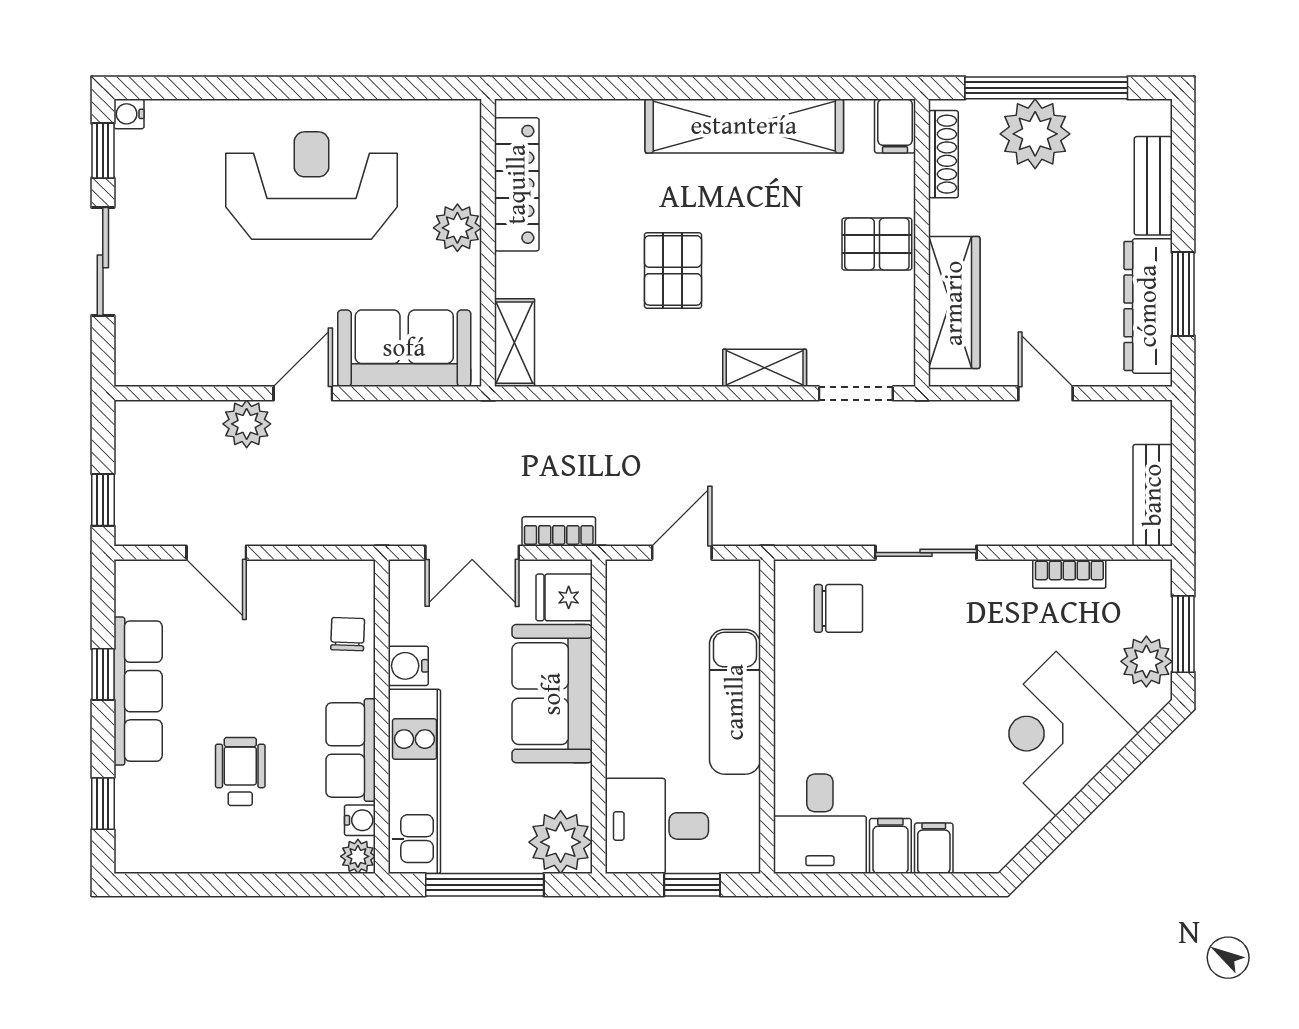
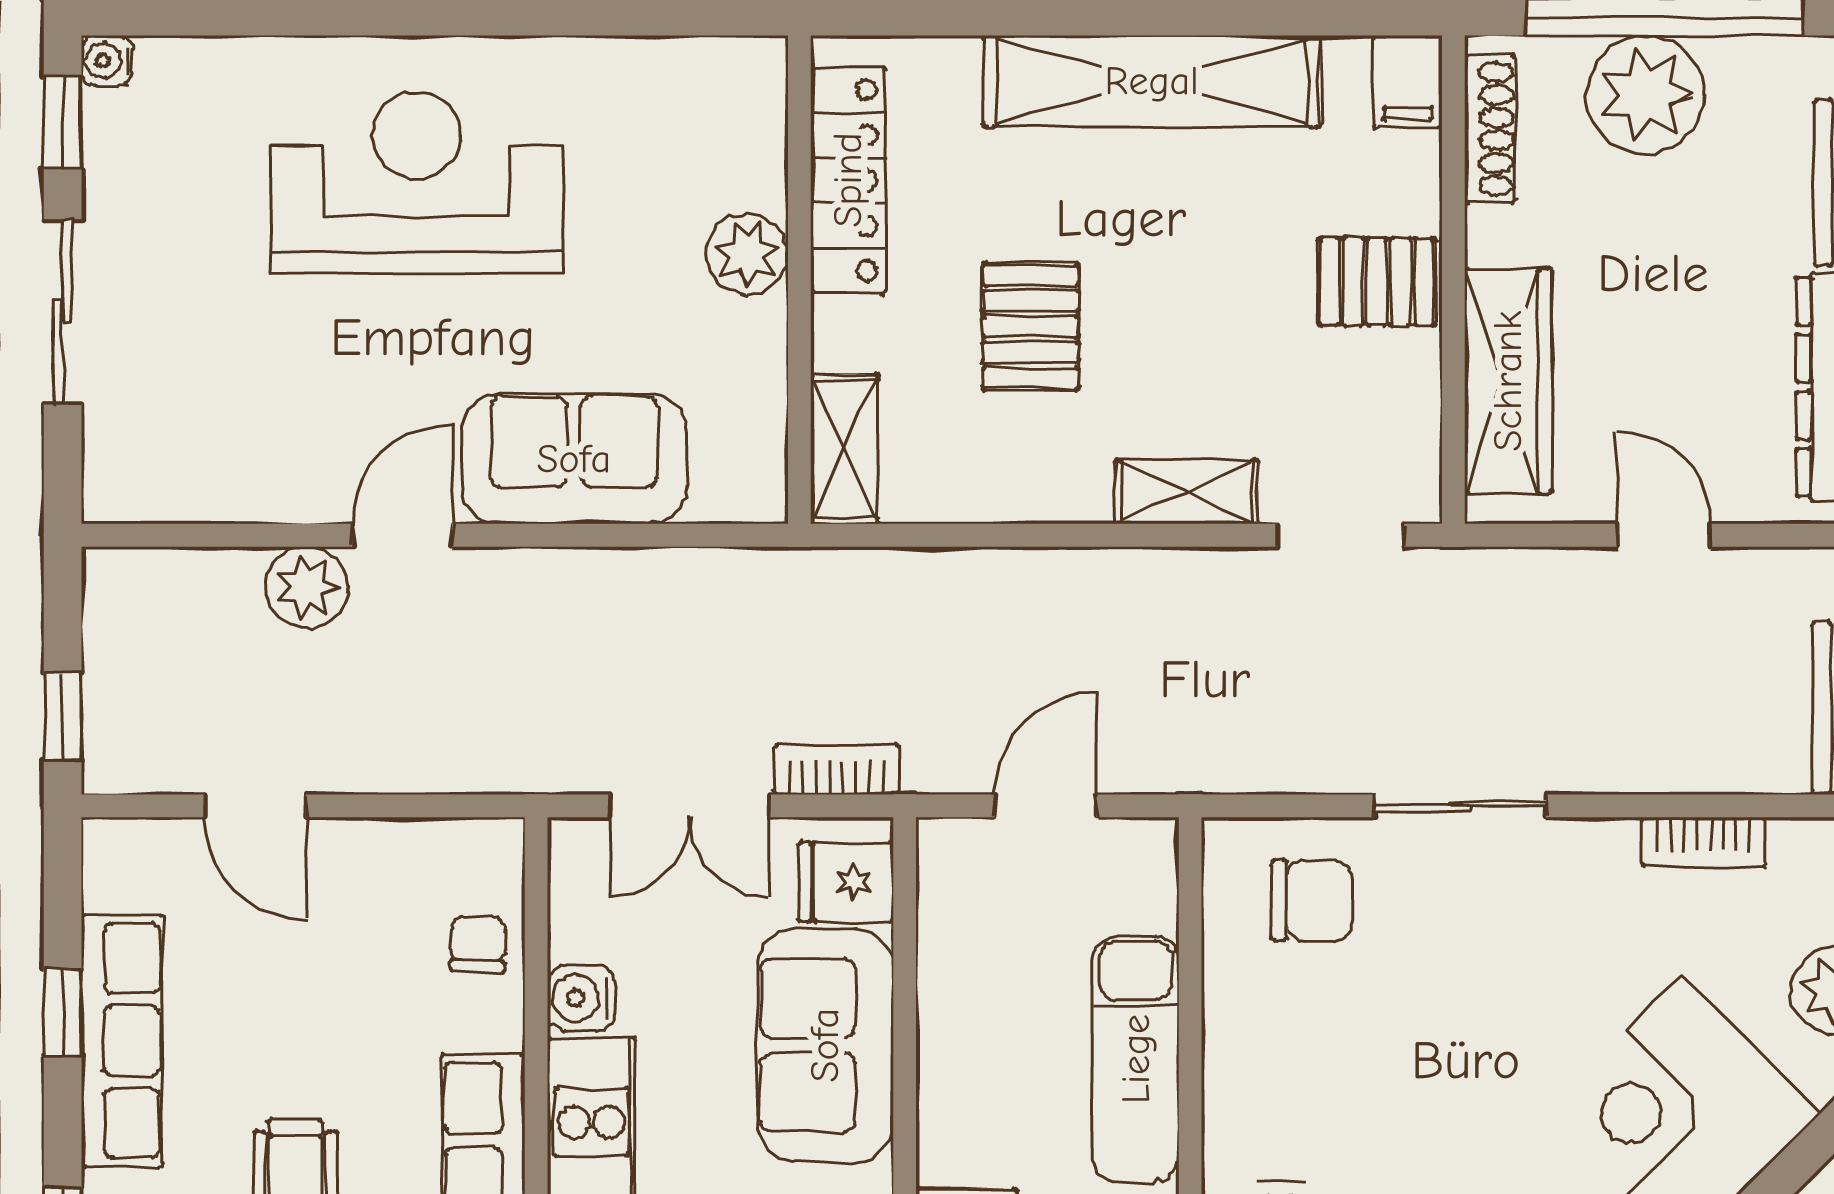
locker: (517, 184) -> (848, 180), moved
plant: (457, 228) -> (747, 254), moved
wall: (488, 243) -> (799, 280), moved
shelving: (515, 343) -> (844, 449), moved

